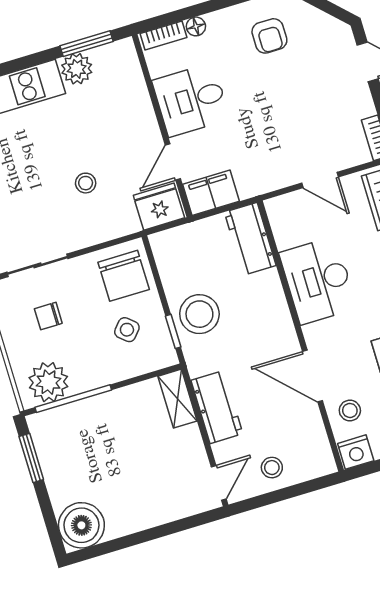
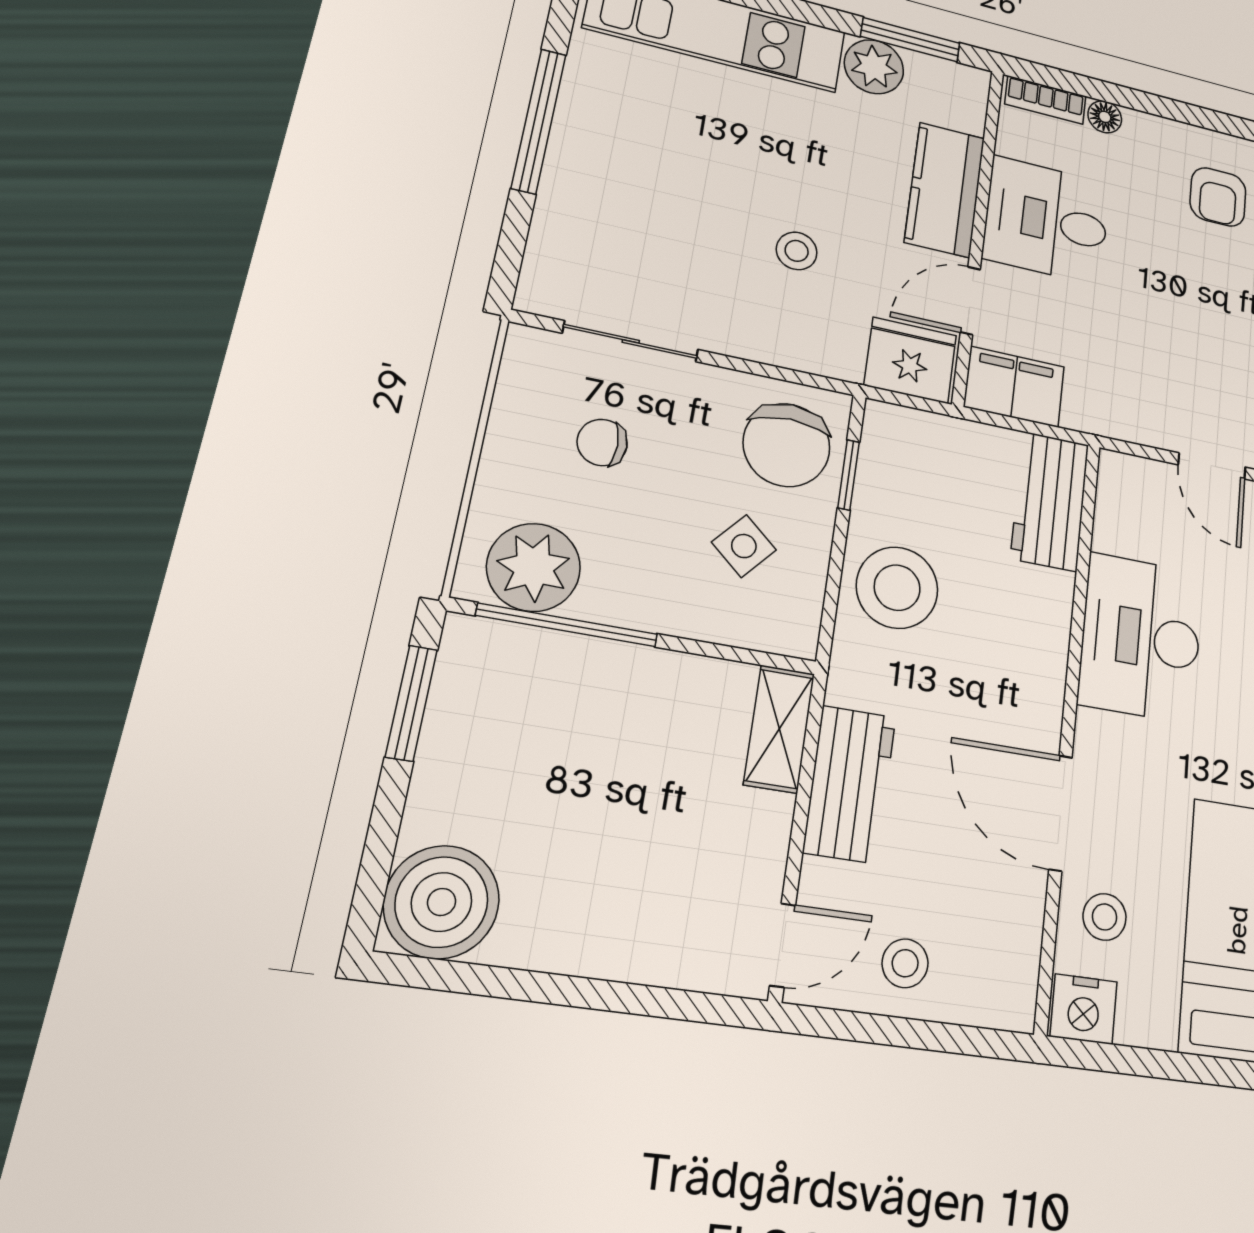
kitchen counter: (137, 113) -> (945, 190), added
window: (173, 331) -> (849, 475), moved

